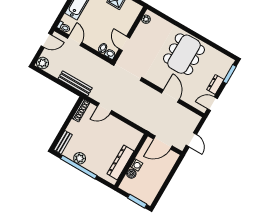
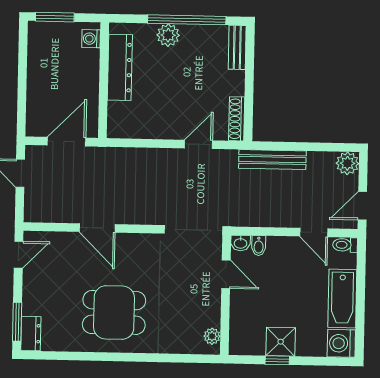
dining table: (184, 54) -> (114, 312), width x0.73
dresser: (215, 84) -> (31, 334), moved
plant: (80, 158) -> (168, 35), moved
washing machine: (136, 165) -> (91, 39), moved
boiler: (131, 174) -> (91, 58), removed

